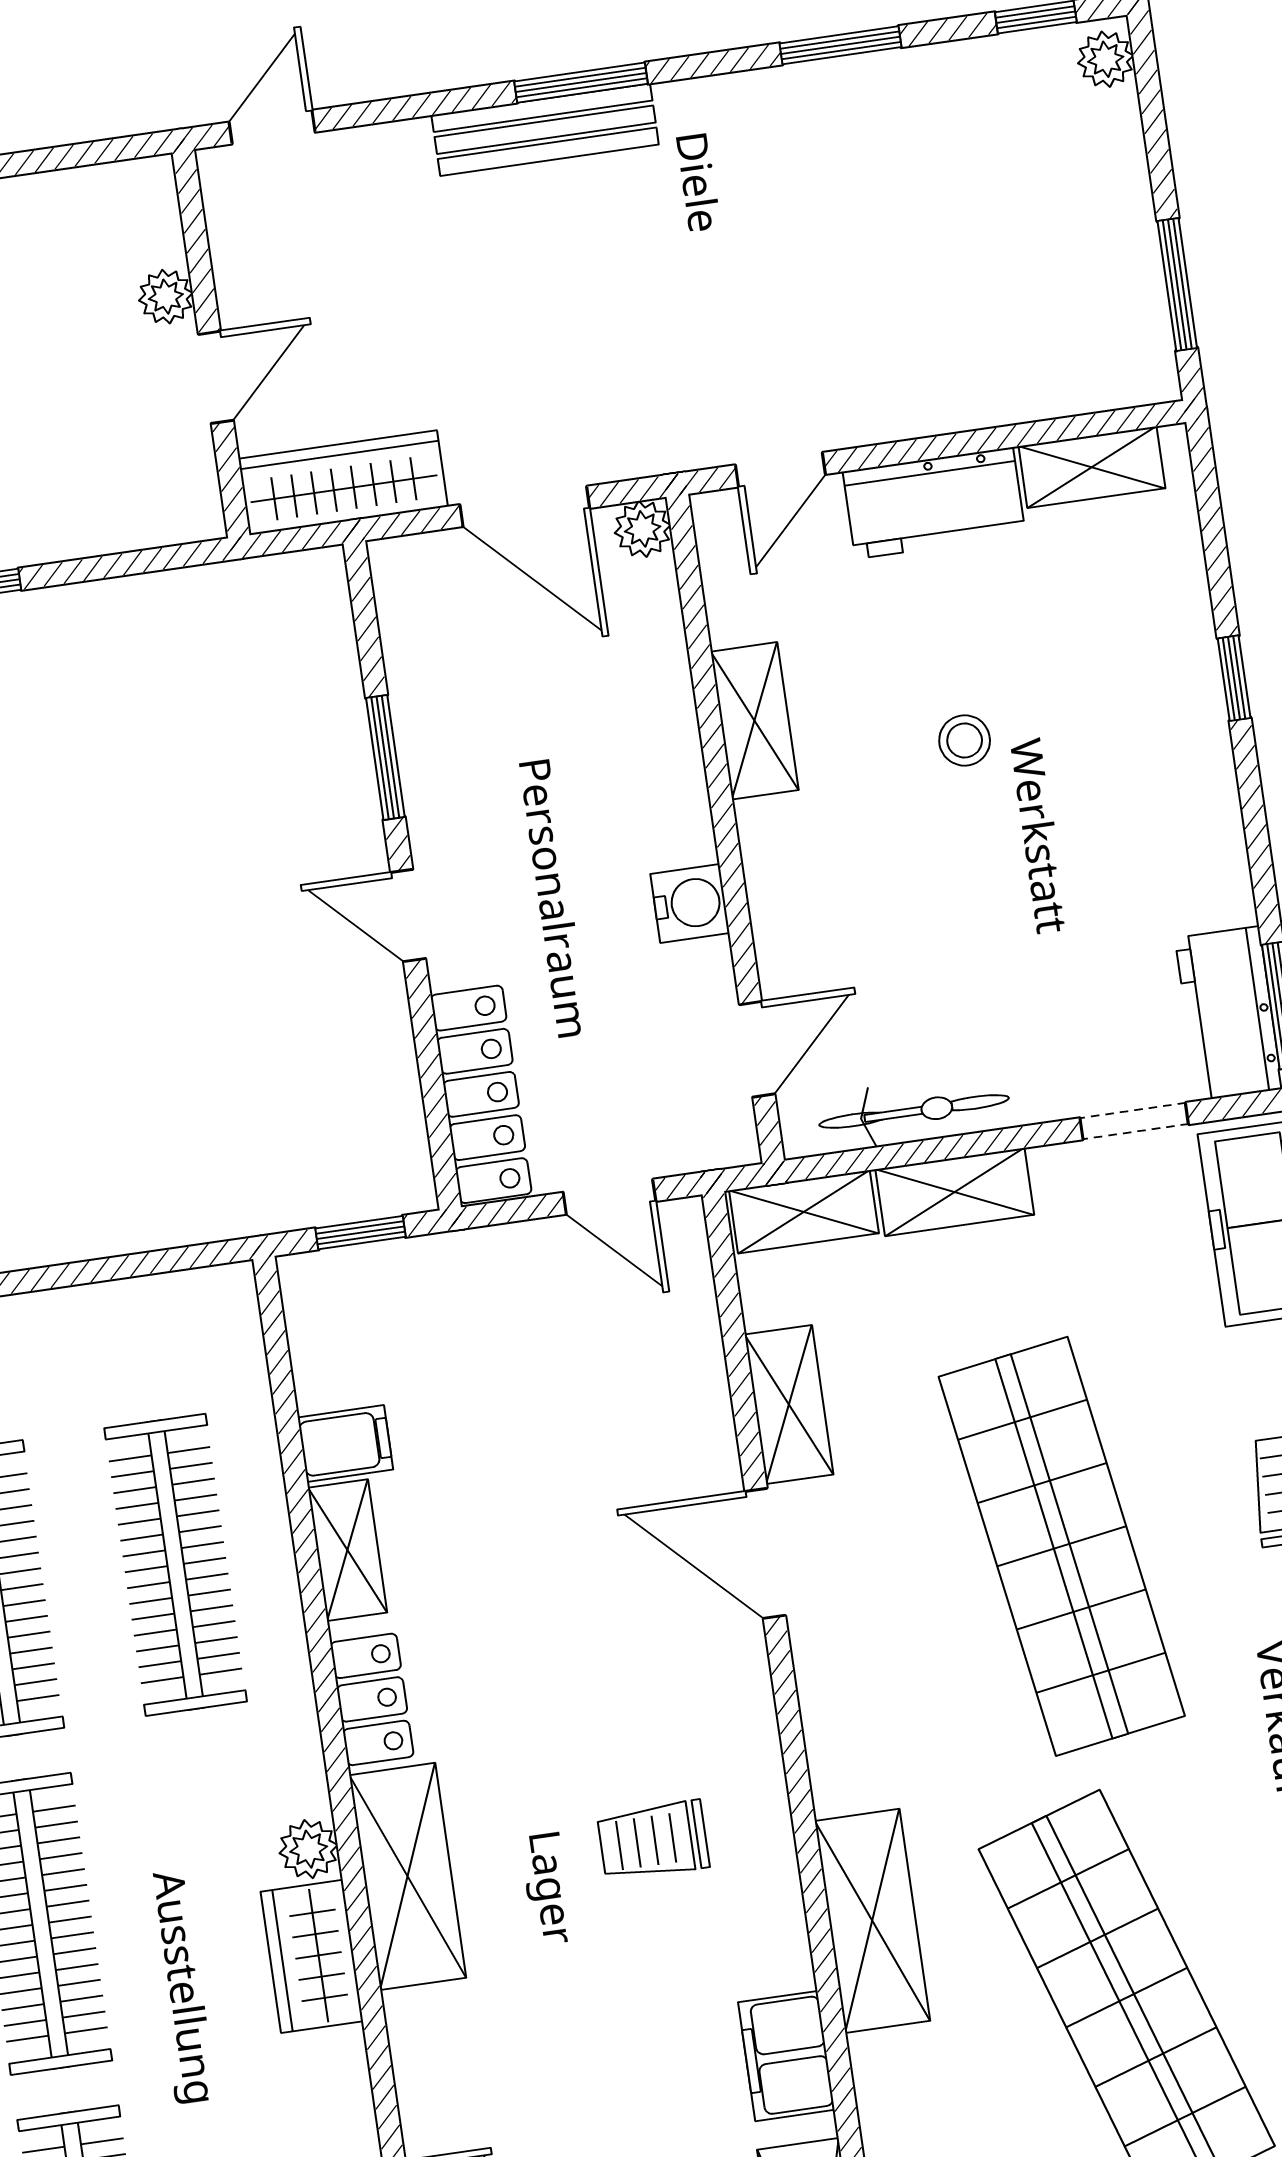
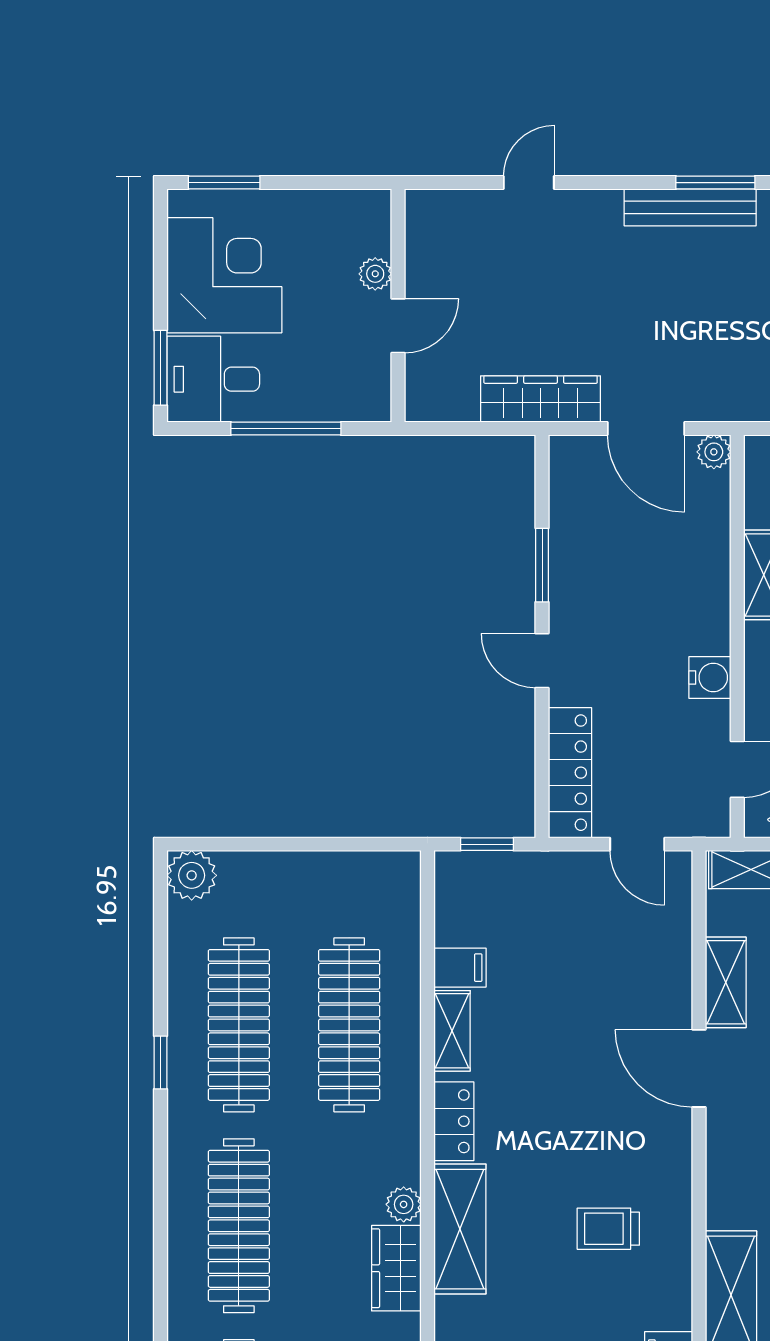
plant: (166, 297) -> (375, 274), moved
wall: (211, 344) -> (398, 306), moved
door: (216, 377) -> (398, 326), moved

